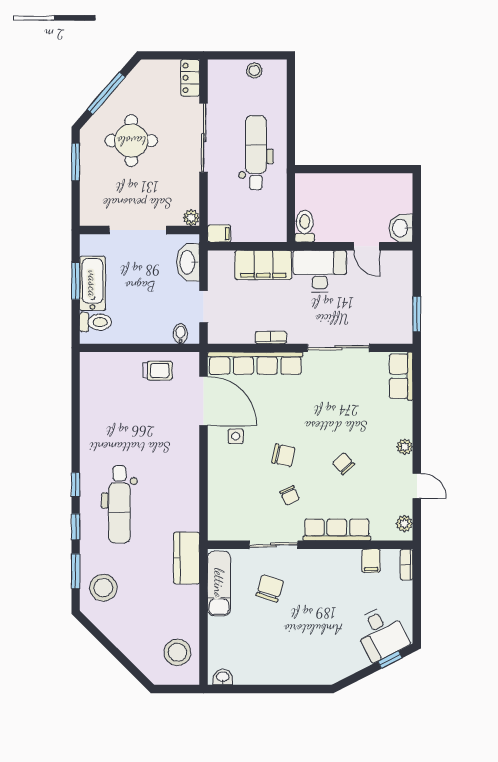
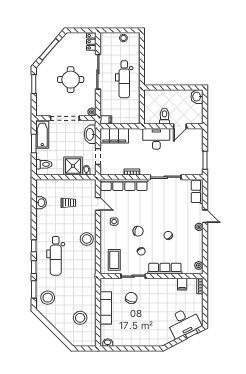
round table: (131, 141) -> (71, 80), moved
dental chair: (256, 153) -> (124, 79), turned 180
toilet: (305, 226) -> (164, 116), moved
washbasin: (401, 228) -> (197, 97), moved
door: (367, 246) -> (180, 126), hinge flipped
filing cabinet: (263, 265) -> (114, 136), moved
bathtub: (93, 284) -> (42, 135), moved
shower: (154, 326) -> (73, 166), added
trolley: (158, 371) -> (68, 203), moved
washbasin: (90, 399) -> (41, 203), added
door: (204, 401) -> (98, 204), width x0.53
stool: (181, 471) -> (87, 239), added
door: (417, 486) -> (205, 216), moved
coffee table: (236, 512) -> (114, 260), added
kitchen counter: (187, 558) -> (89, 283), removed
exam couch: (219, 583) -> (106, 308), moved
desk: (381, 633) -> (184, 322), width x1.37
stool: (177, 652) -> (80, 318), moved

